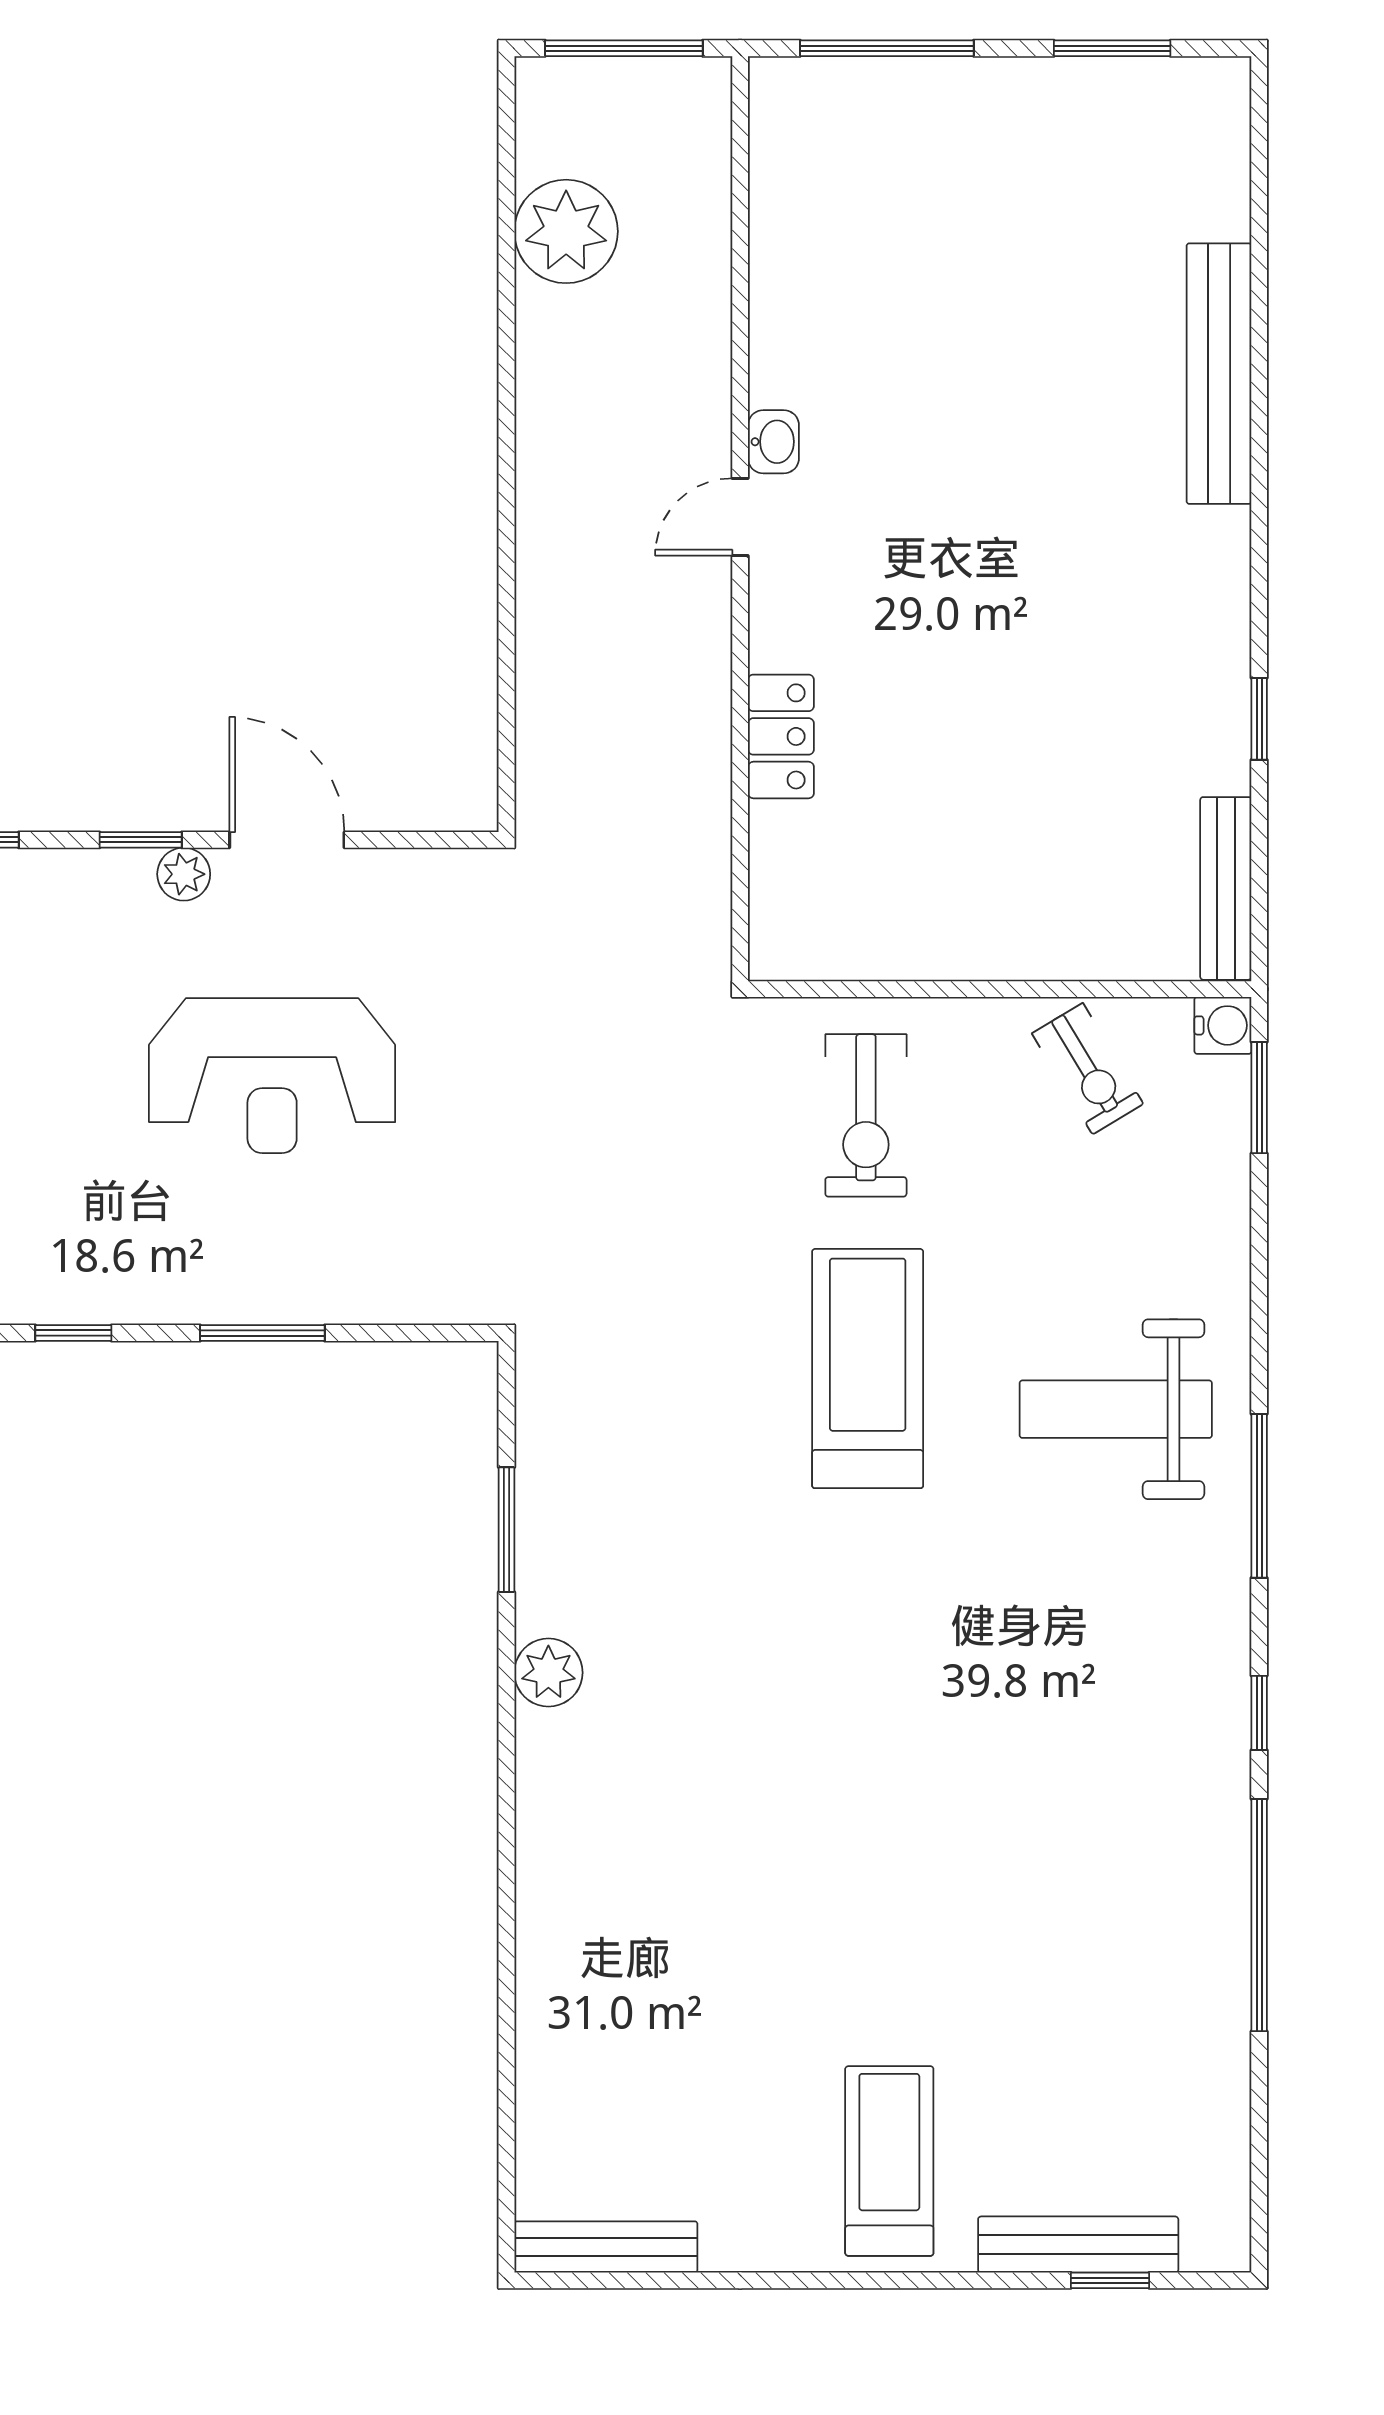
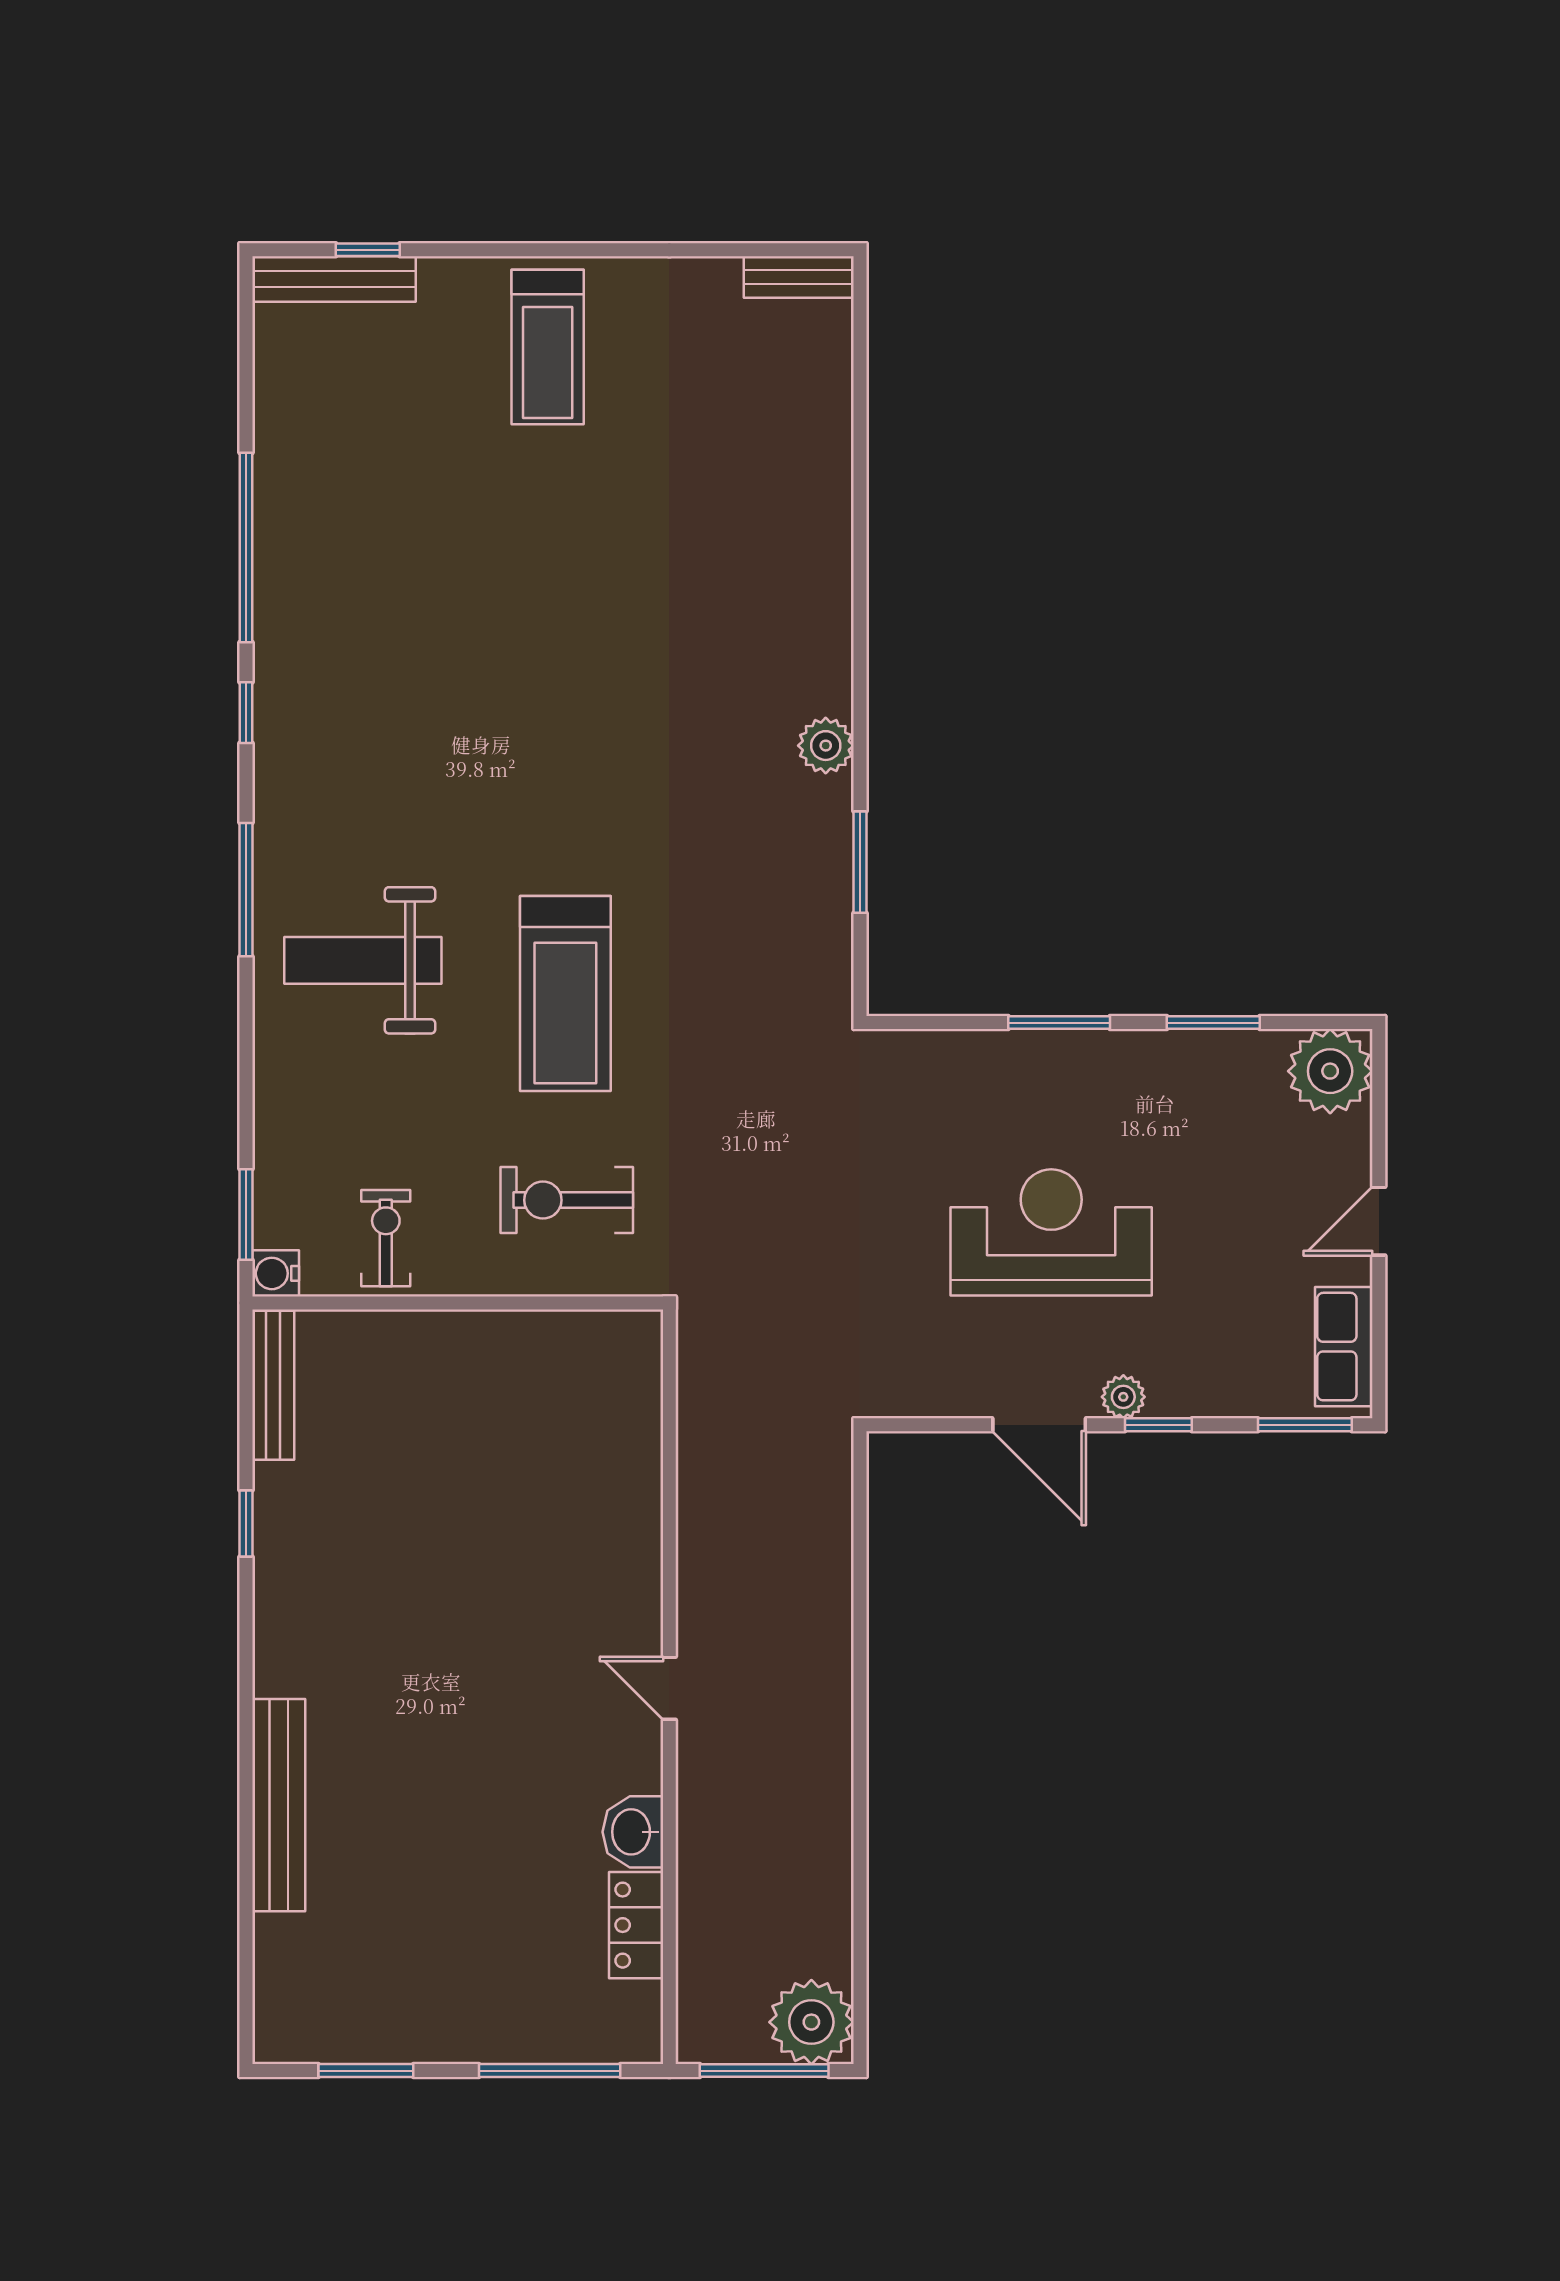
plant: (566, 231) -> (811, 2022), moved
washbasin: (773, 442) -> (633, 1832), moved, width x1.38, depth x1.45
door: (740, 517) -> (669, 1688), swing flipped
locker: (781, 736) -> (636, 1925), moved
exercise bike: (1088, 1069) -> (386, 1238), turned 31
exercise bike: (866, 1115) -> (567, 1200), turned -90
window: (73, 1333) -> (1213, 1023), width x1.50
weight bench: (1116, 1409) -> (363, 960), turned 180
bench: (1078, 2245) -> (334, 279), moved
bench: (606, 2247) -> (799, 277), width x0.73

